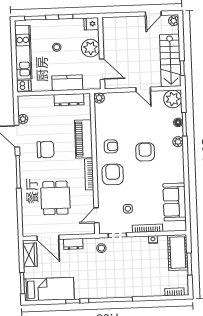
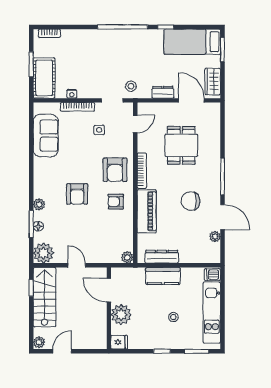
fridge: (91, 24) -> (119, 342), moved
plant: (90, 48) -> (121, 315), moved
wall: (101, 53) -> (109, 308), moved
door: (102, 69) -> (109, 290), moved

